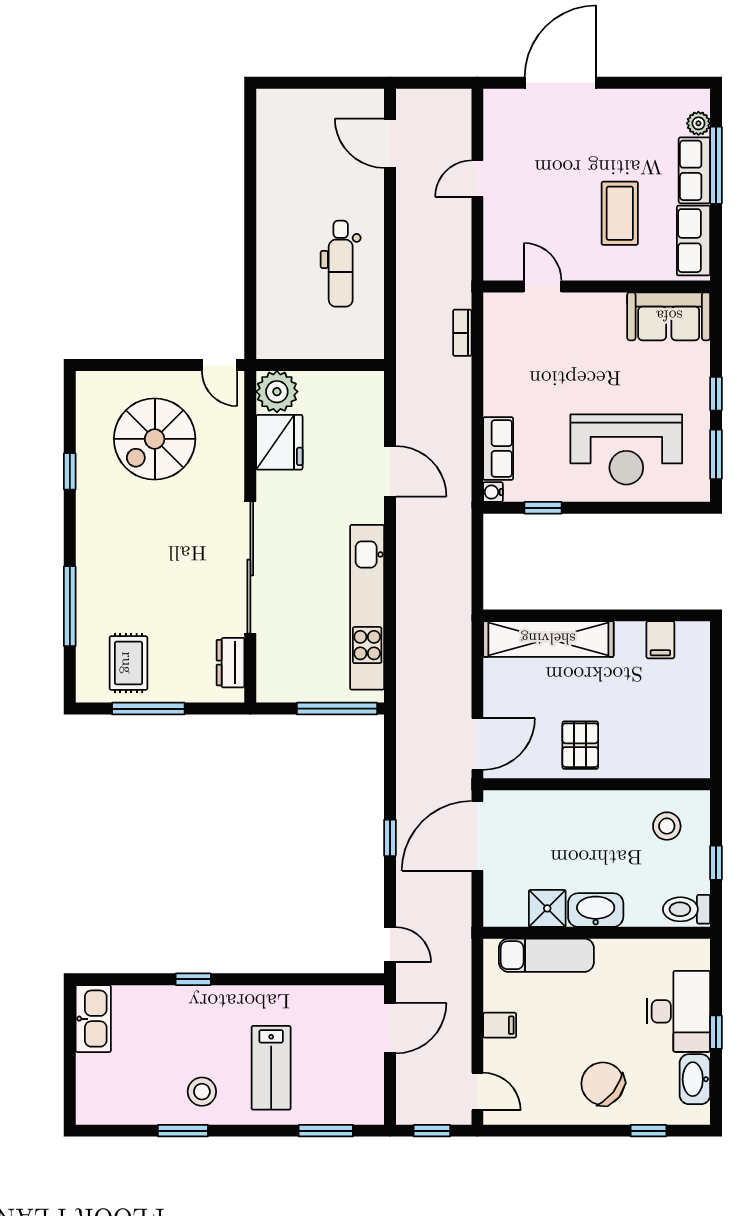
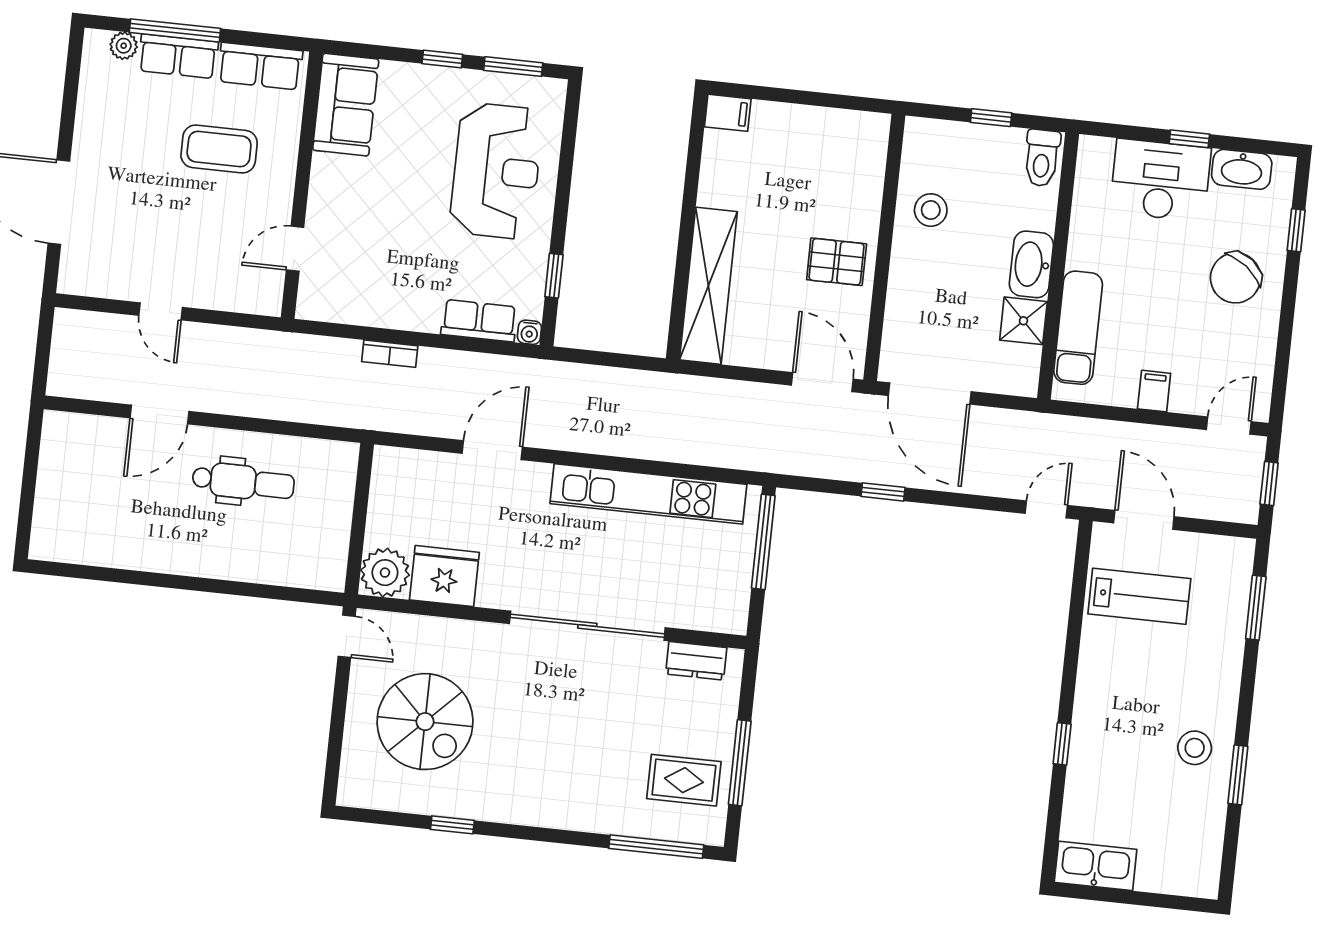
door: (390, 143) -> (159, 415), moved
bookcase: (462, 333) -> (390, 354), moved
door: (220, 365) -> (347, 636), hinge flipped
window: (70, 606) -> (656, 847), moved
filing cabinet: (660, 640) -> (728, 113), moved
stool: (667, 826) -> (931, 210), moved
window: (390, 838) -> (883, 492), moved
lab bench: (271, 1068) -> (1139, 596), moved

